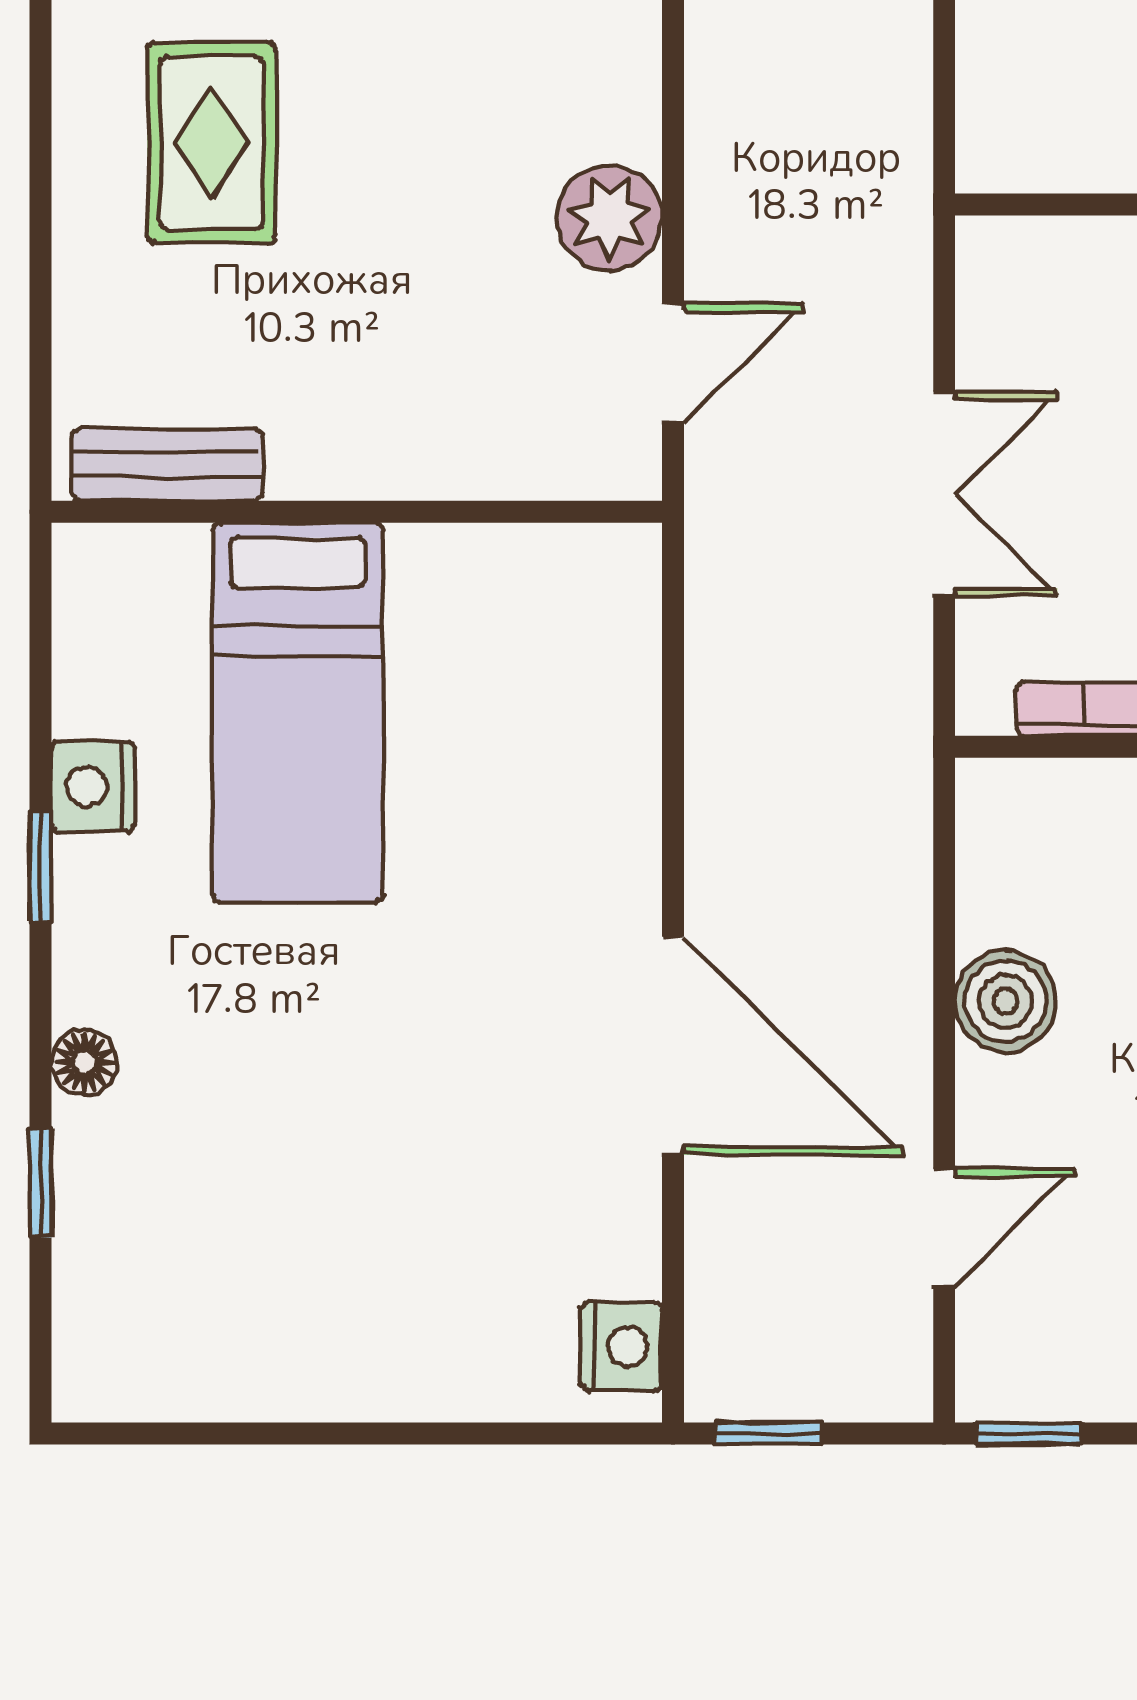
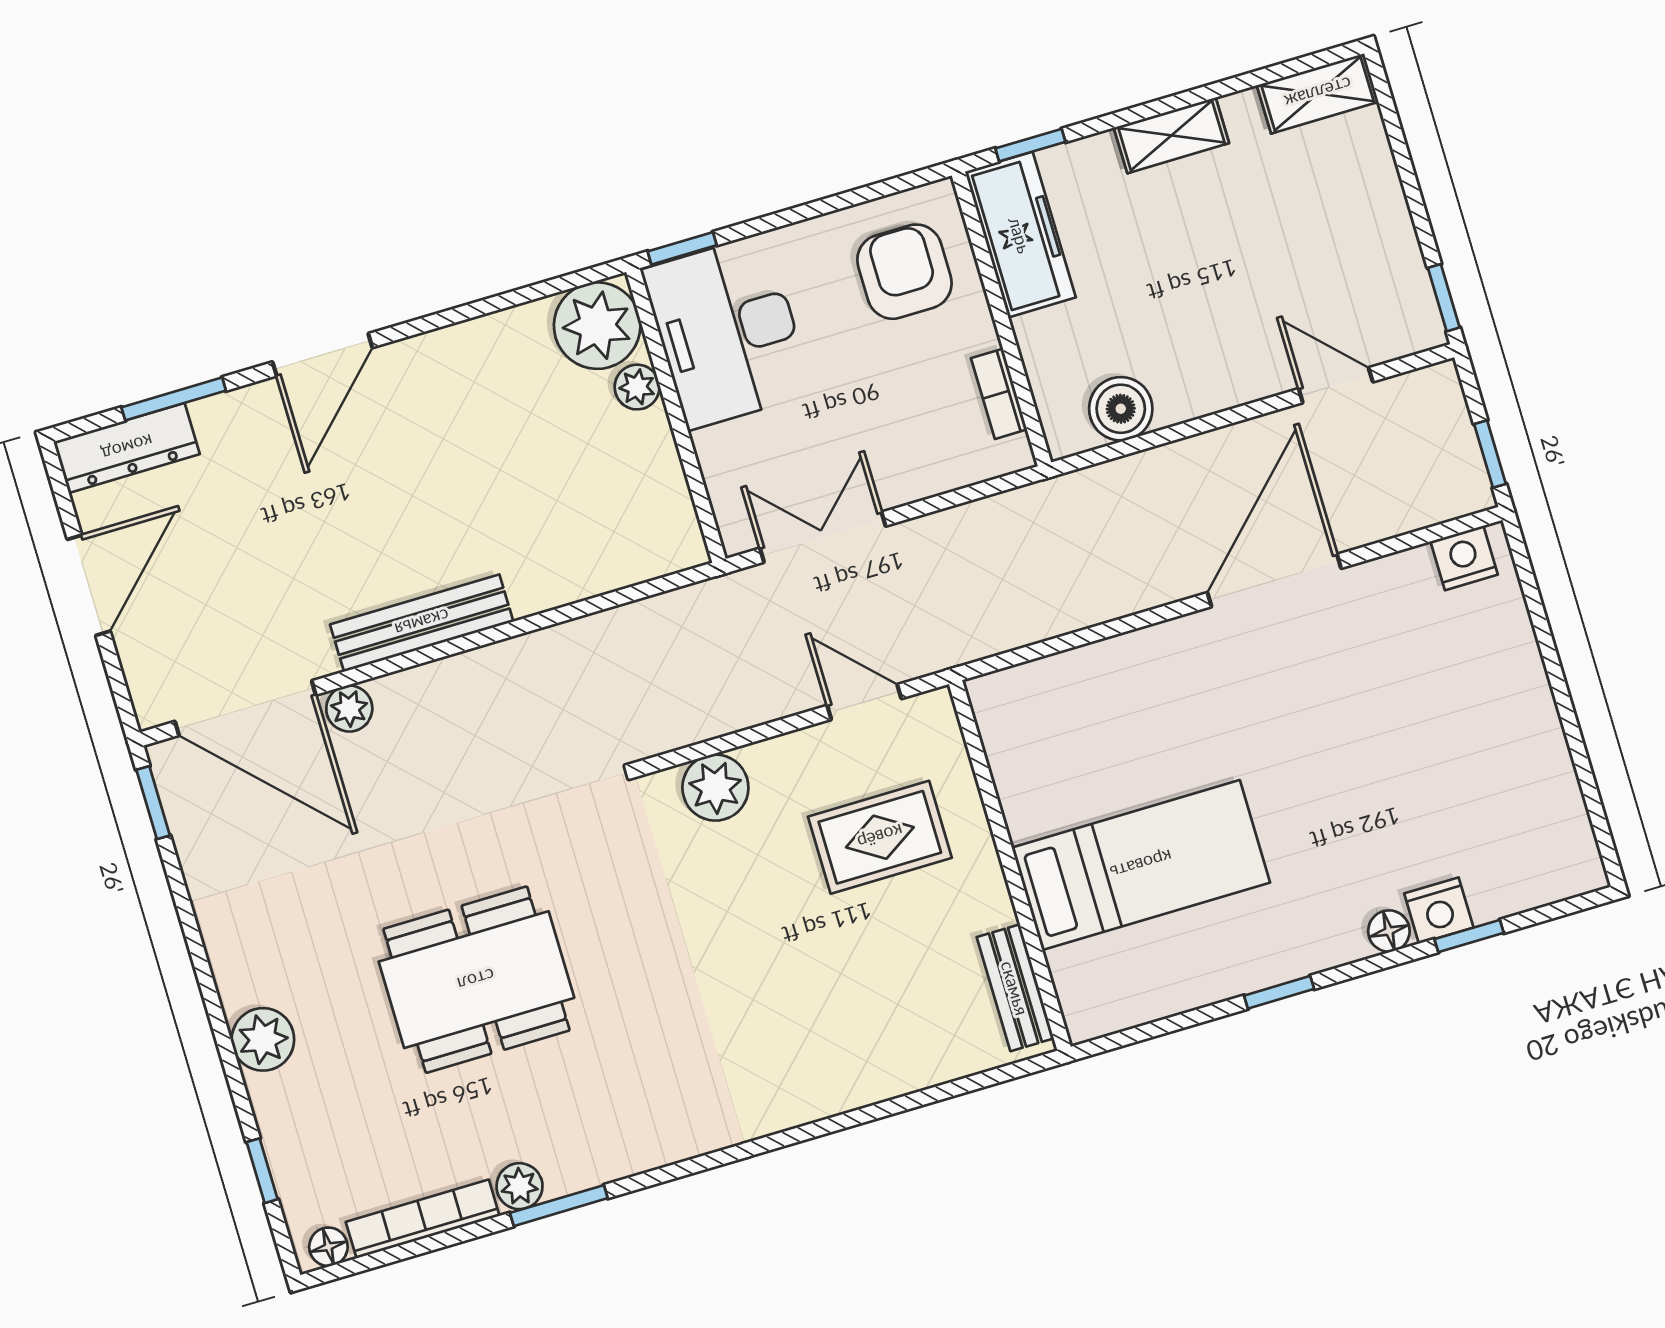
rug: (212, 143) -> (880, 837), moved
plant: (609, 217) -> (715, 788), moved
double door: (944, 494) -> (823, 537), moved
nightstand: (93, 787) -> (1439, 910), moved
boiler: (1006, 1001) -> (1121, 409), moved

